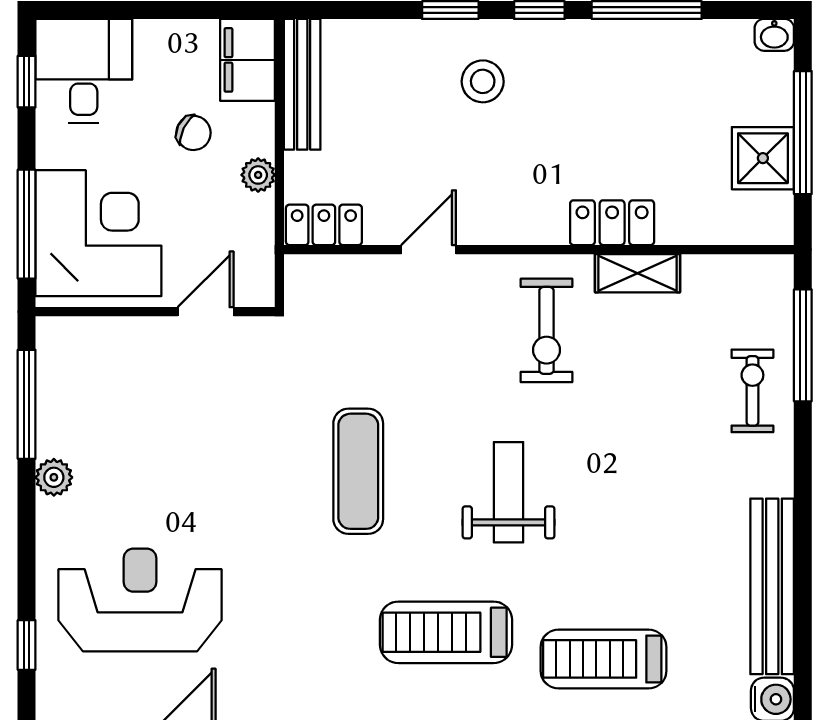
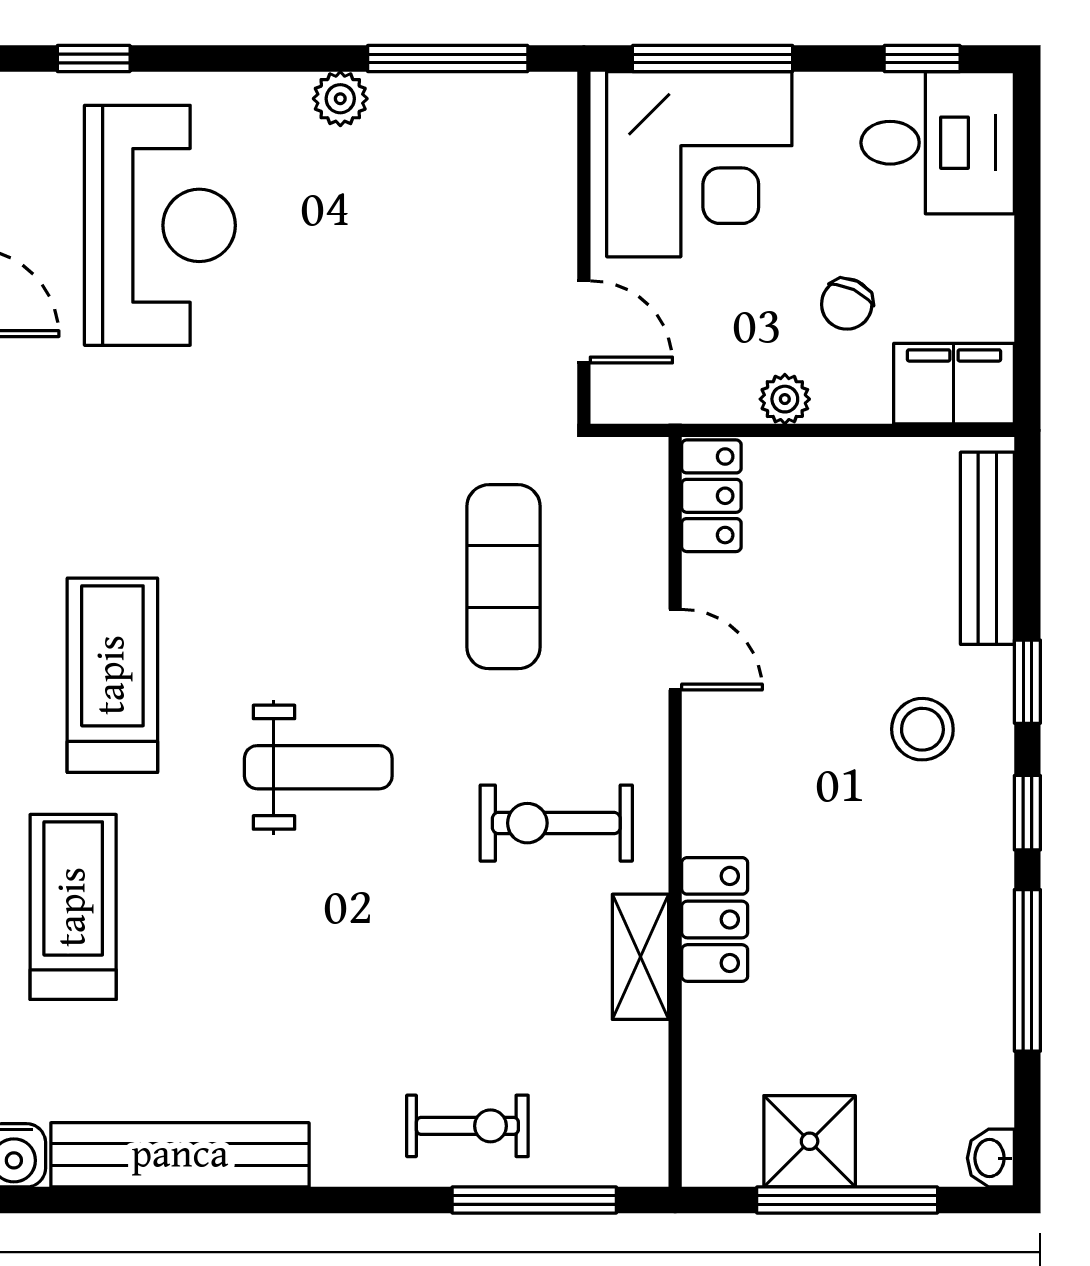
bench: (302, 84) -> (987, 548), moved, turned 90
exercise mat: (358, 471) -> (504, 577), moved, turned 90

